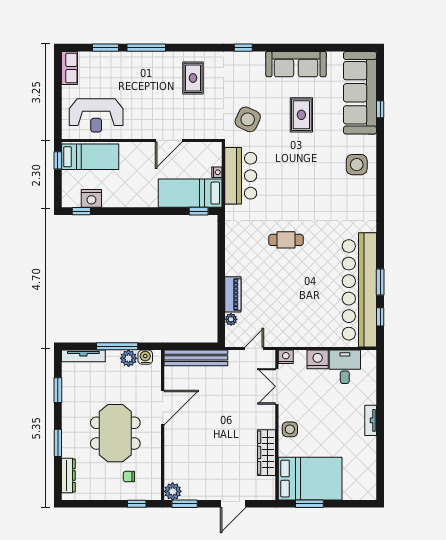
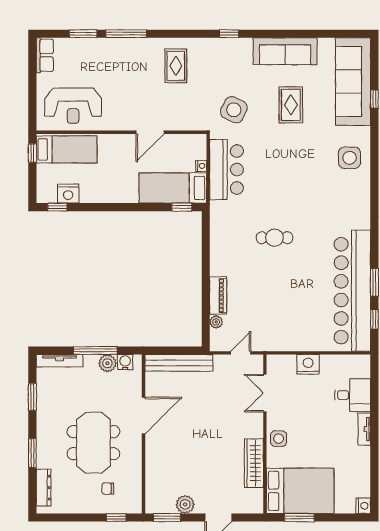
nightstand: (286, 357) -> (363, 506), moved, turned 90
desk: (345, 367) -> (353, 395), moved, turned 90
plant: (173, 491) -> (185, 504), moved

